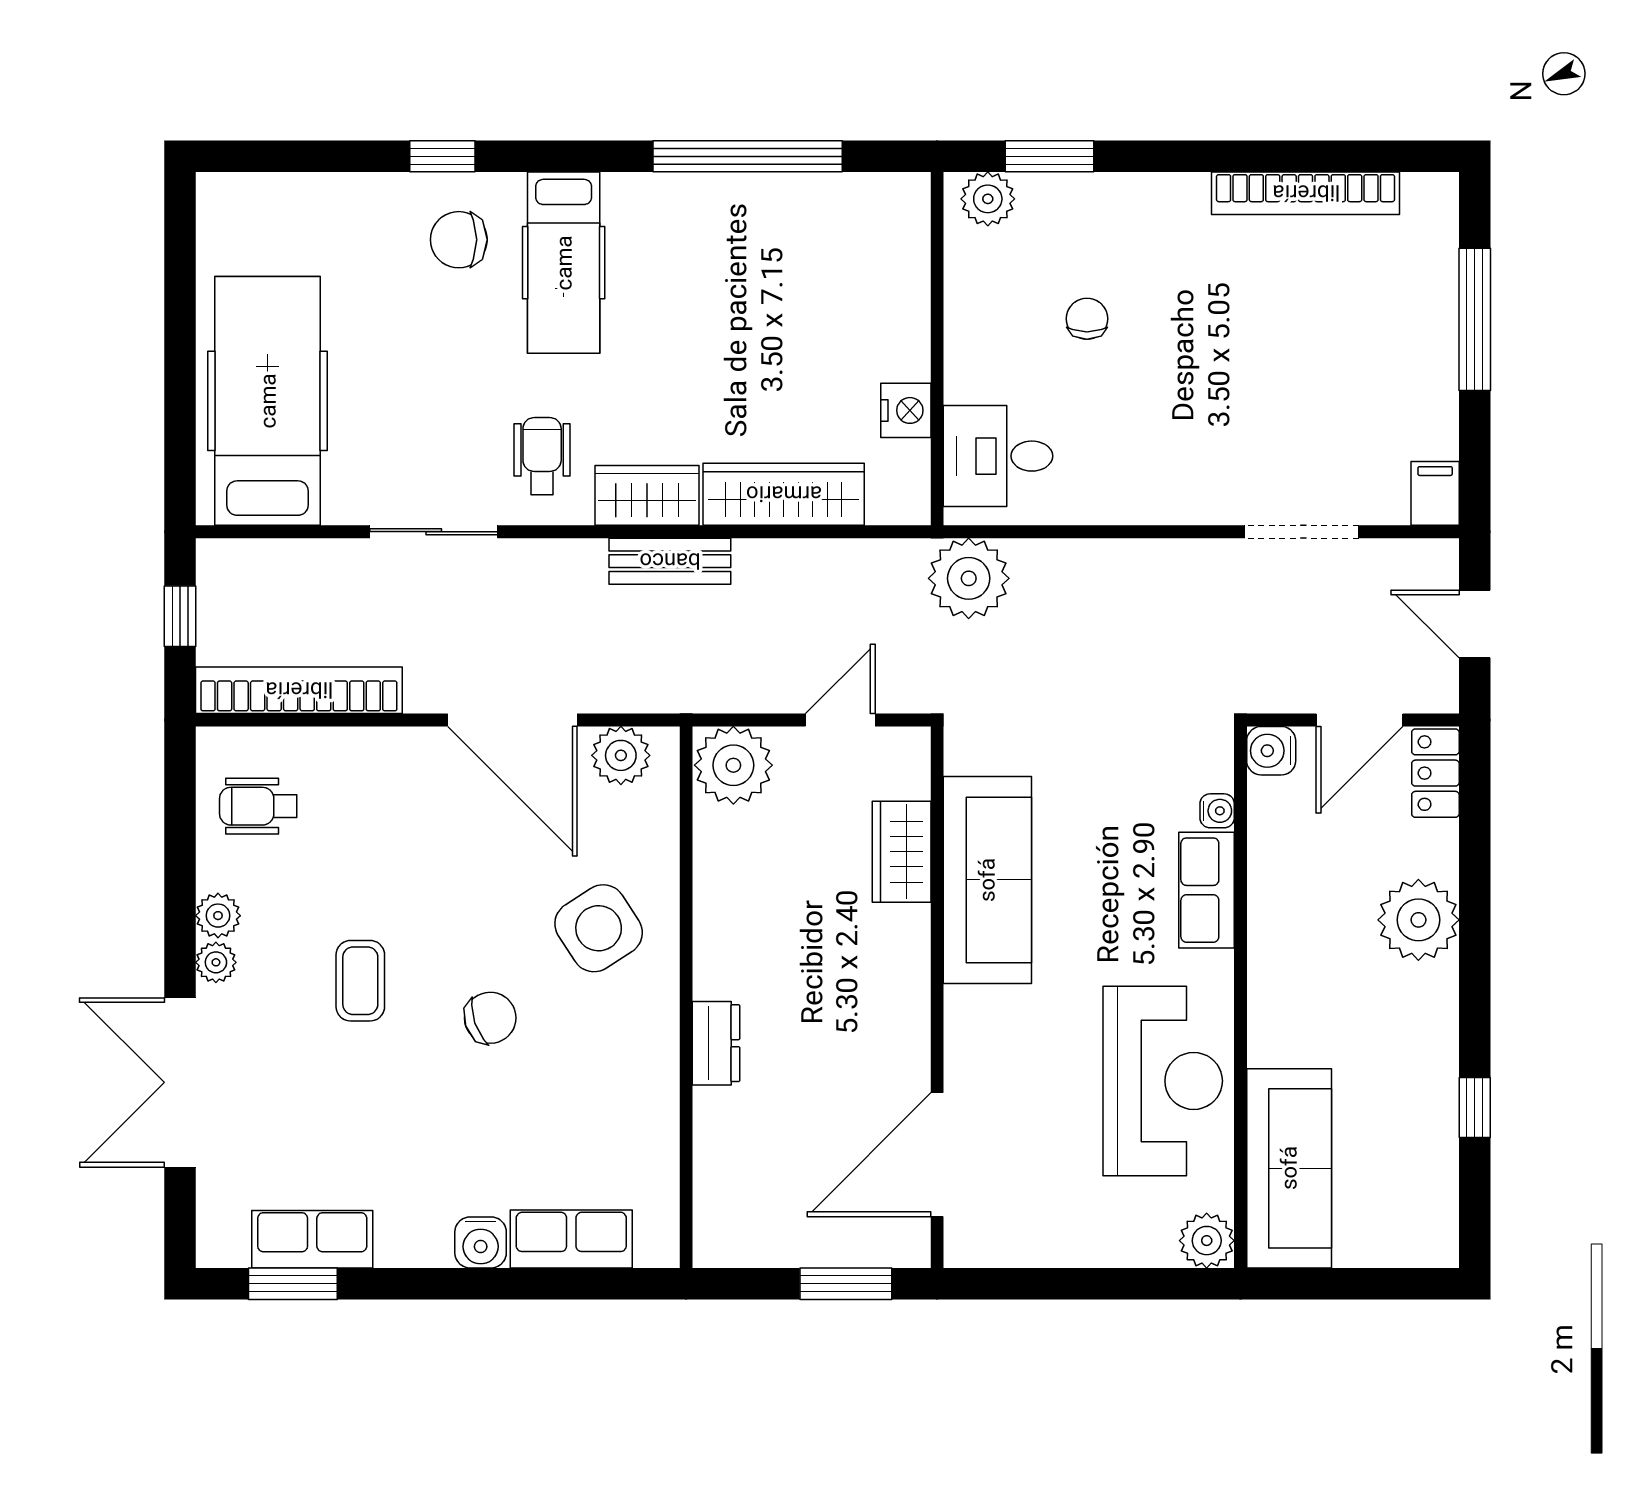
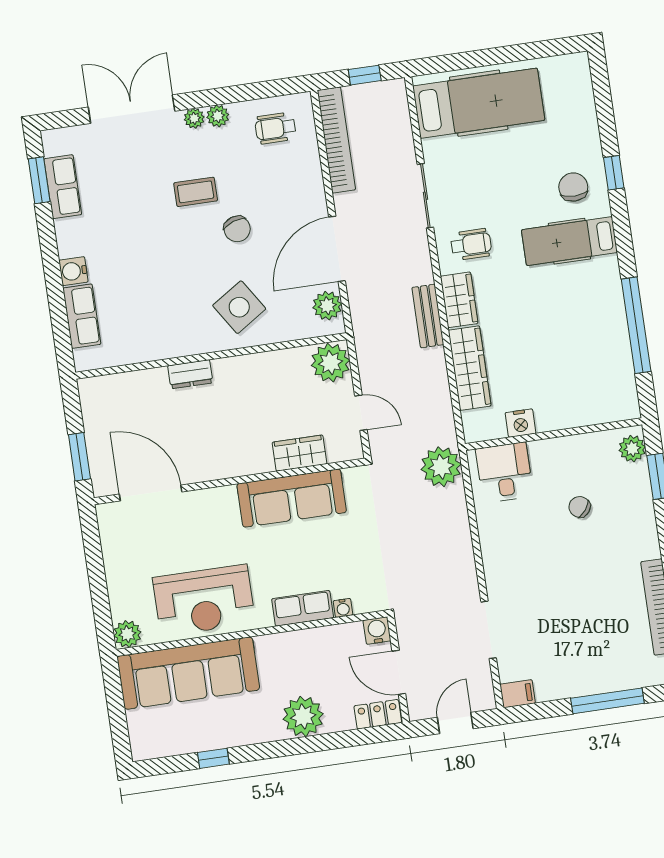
chair: (1087, 319) -> (580, 507), turned -142
wheelchair: (258, 806) -> (275, 128), turned -90
chair: (490, 1018) -> (237, 229), moved
sofa: (1289, 1168) -> (188, 673), width x1.36, depth x1.27

